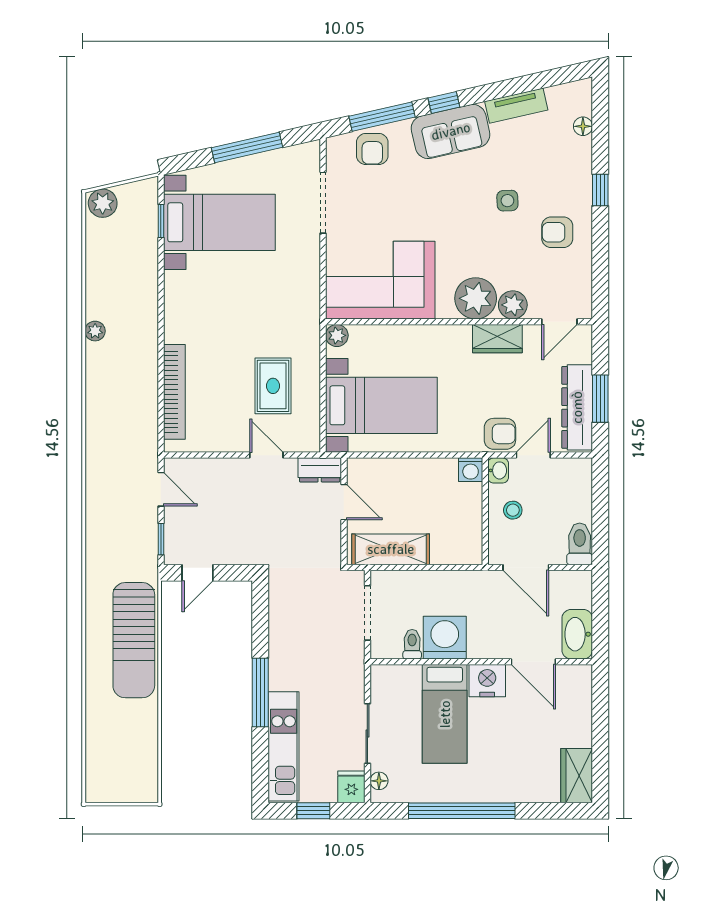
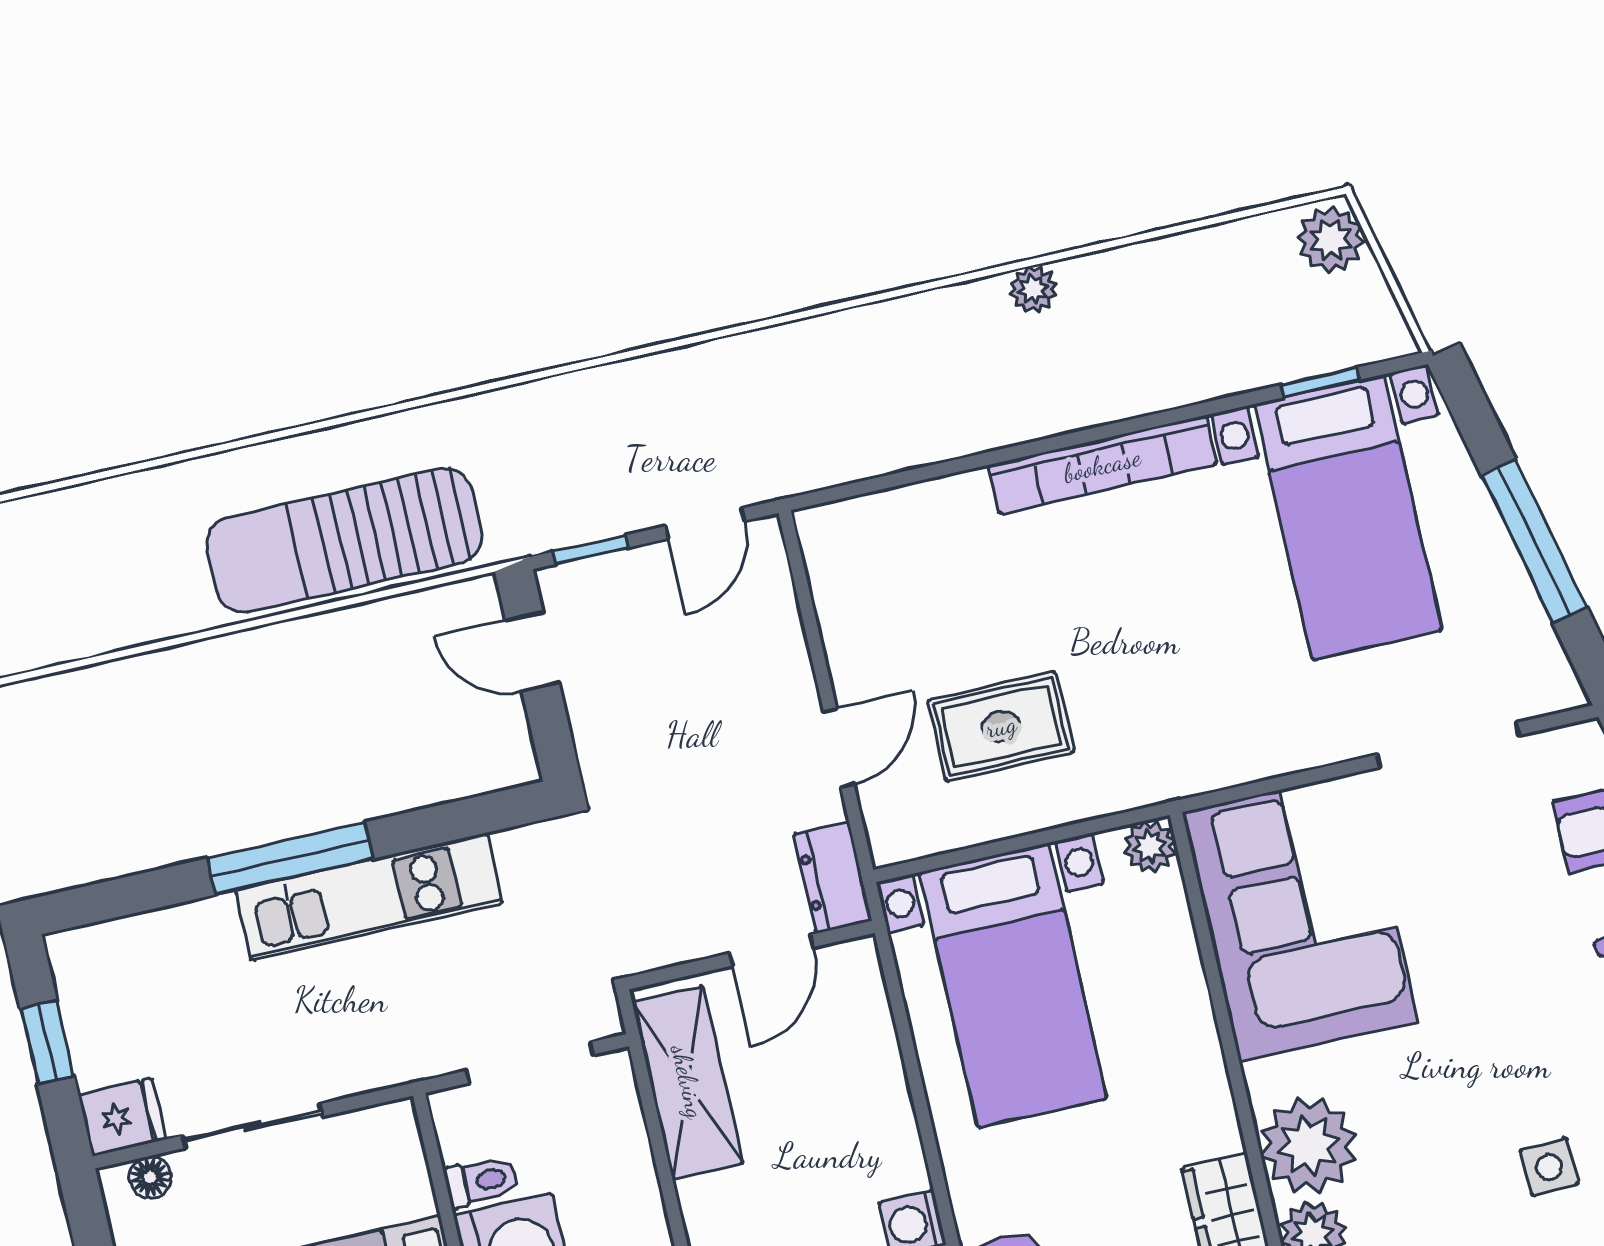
bookcase: (174, 392) -> (1102, 465), moved
kitchen unit: (284, 746) -> (369, 897), moved

